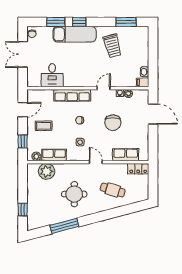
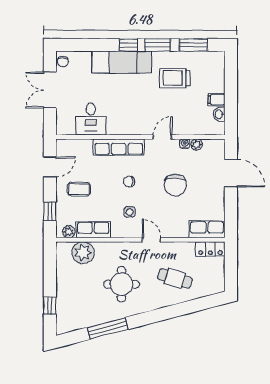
window: (56, 22) -> (158, 45), moved
trolley: (113, 46) -> (175, 78), turned 105
filing cabinet: (143, 82) -> (217, 100), moved
row of seats: (126, 155) -> (207, 229), moved

